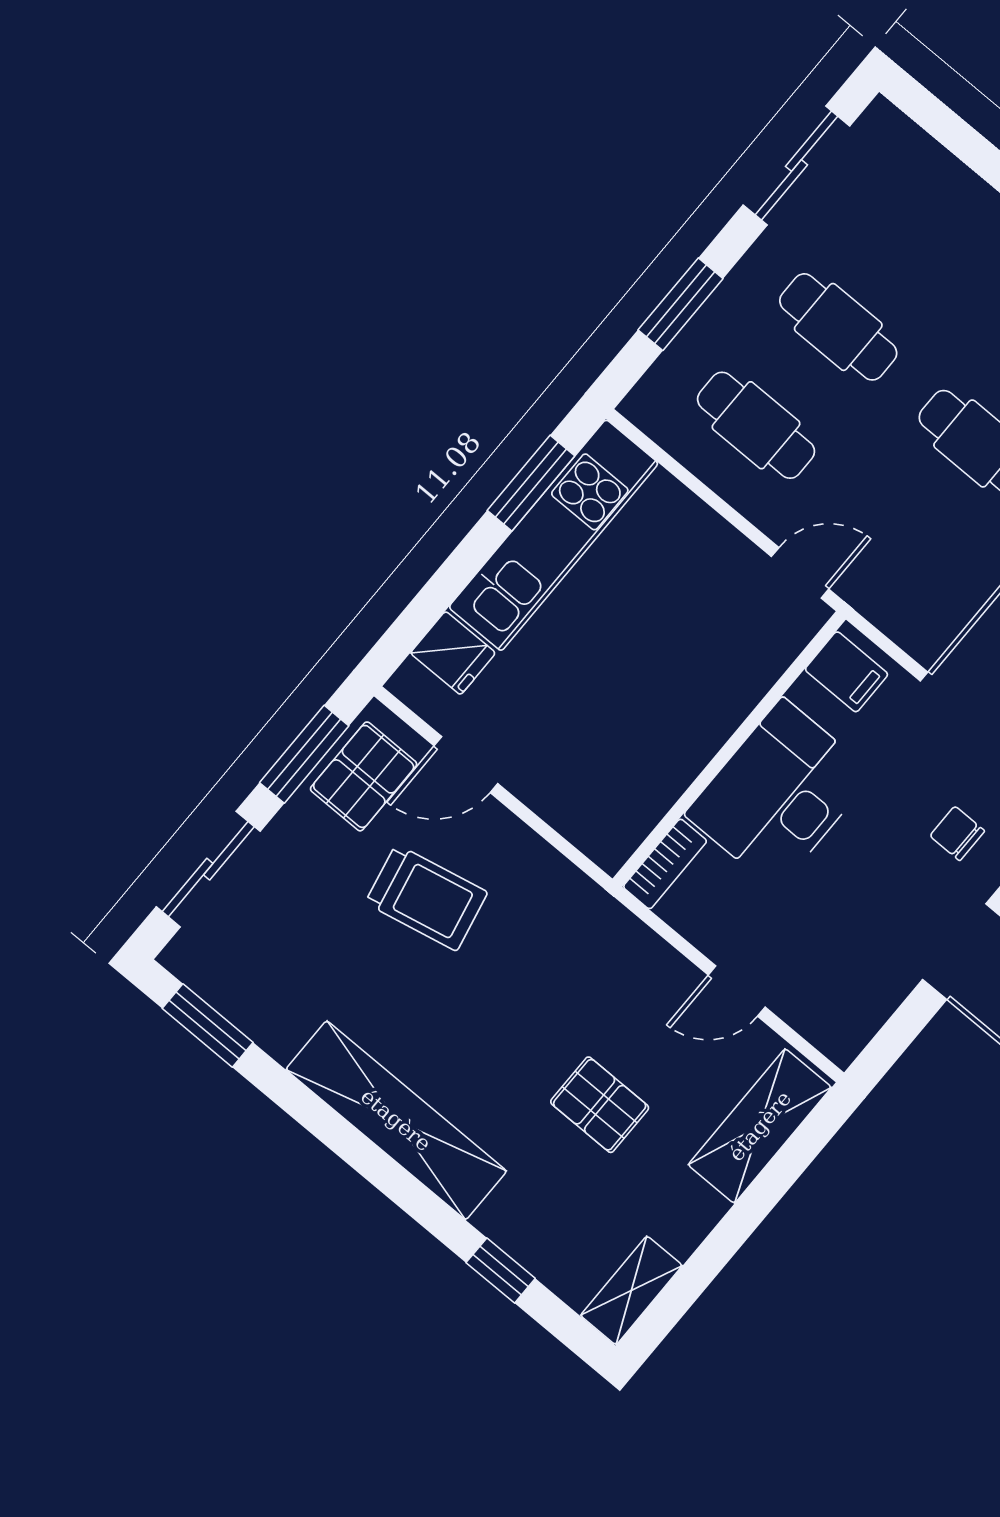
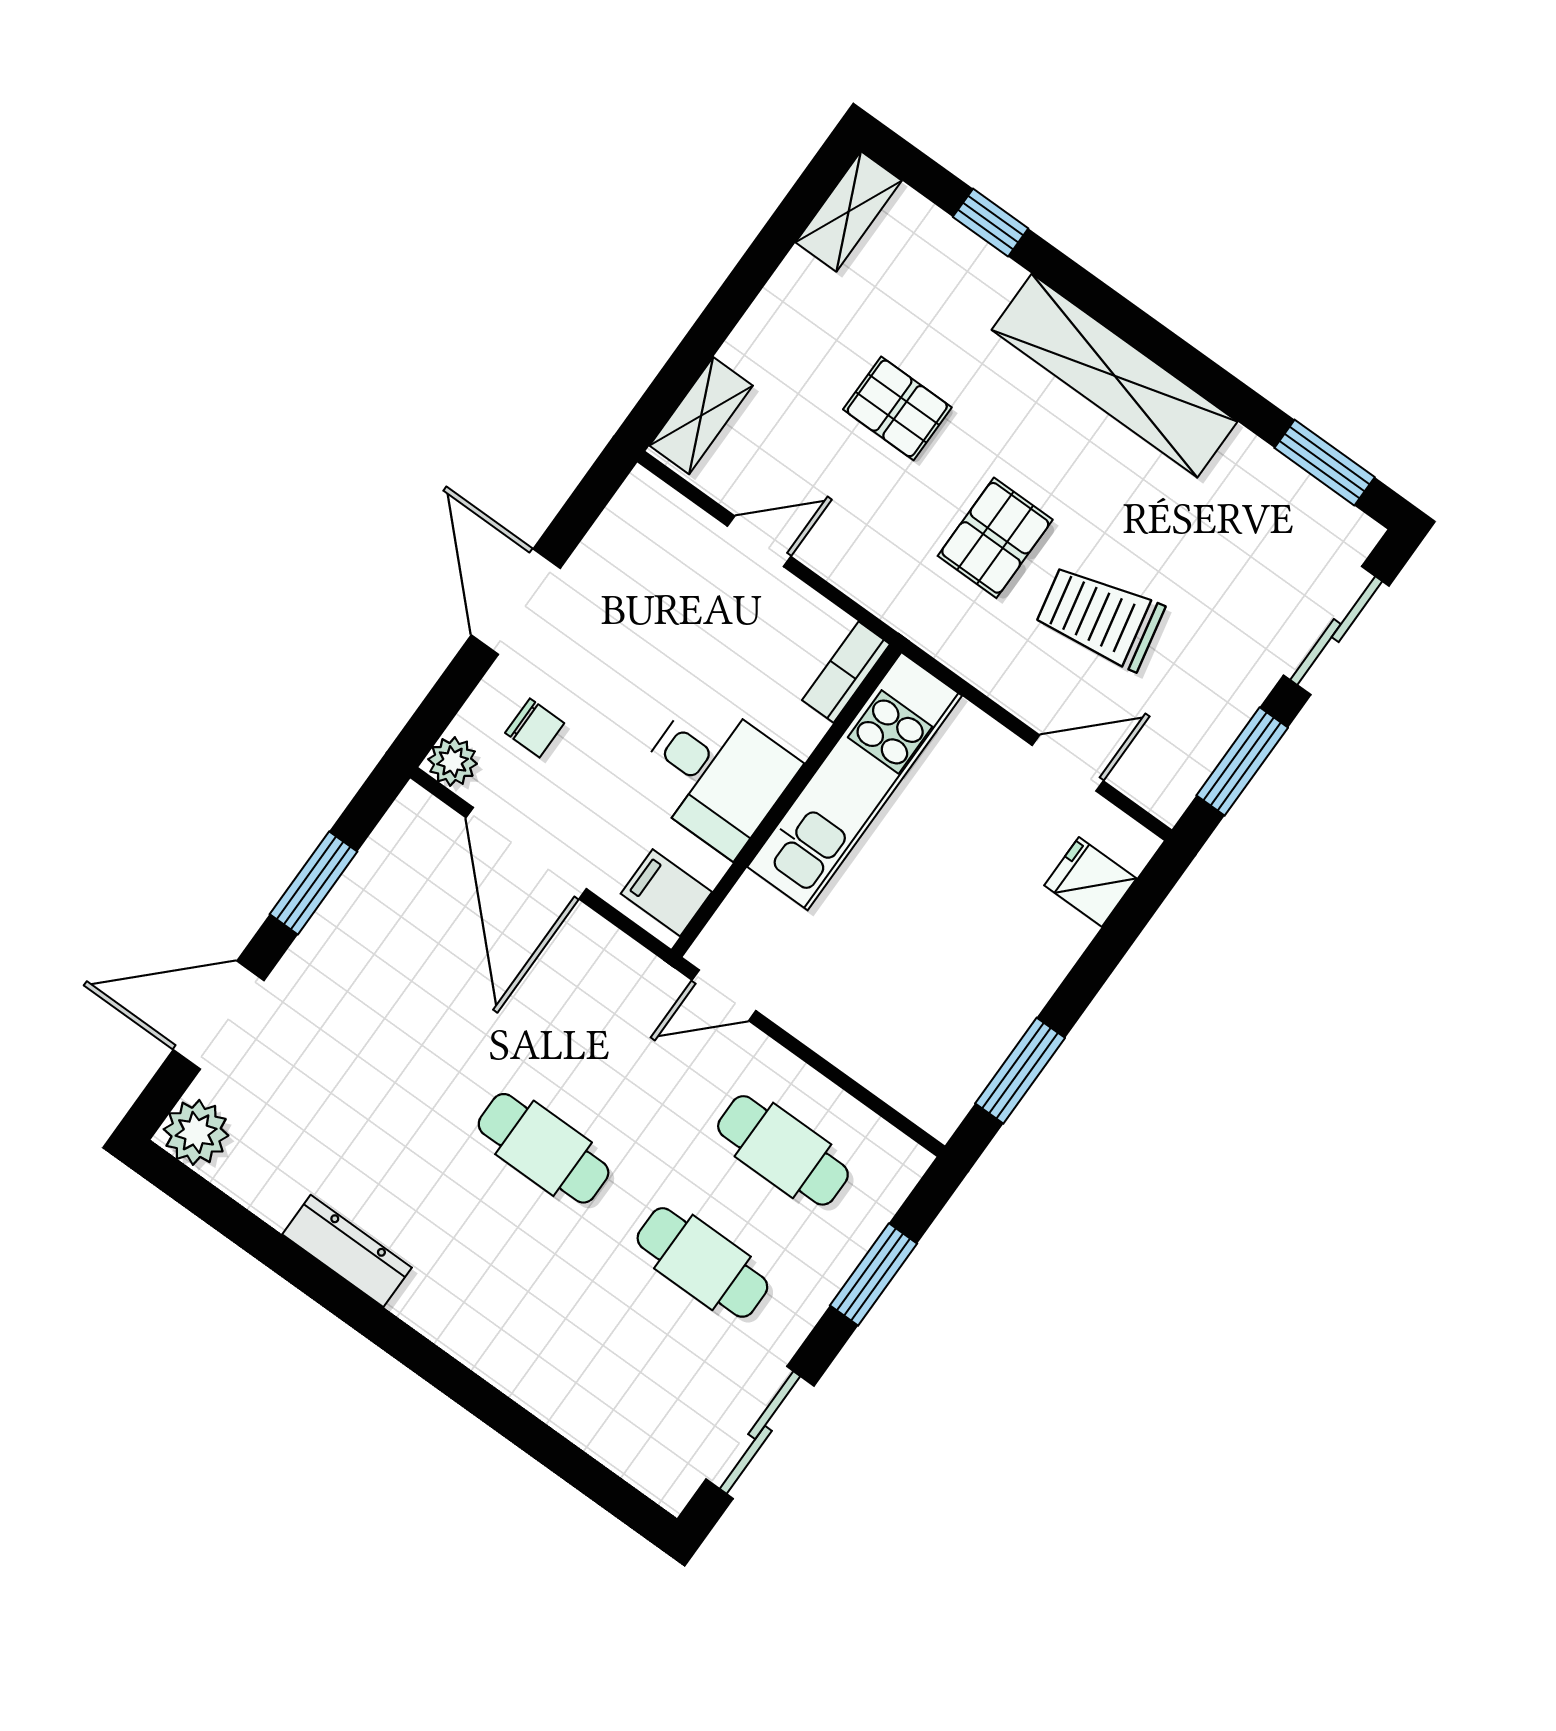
kitchen unit: (554, 535) -> (855, 781), moved, turned 180
pallet: (364, 776) -> (995, 538), moved
desk: (779, 794) -> (716, 775), width x0.73
shelving: (760, 1126) -> (701, 416), width x0.67, depth x0.75

